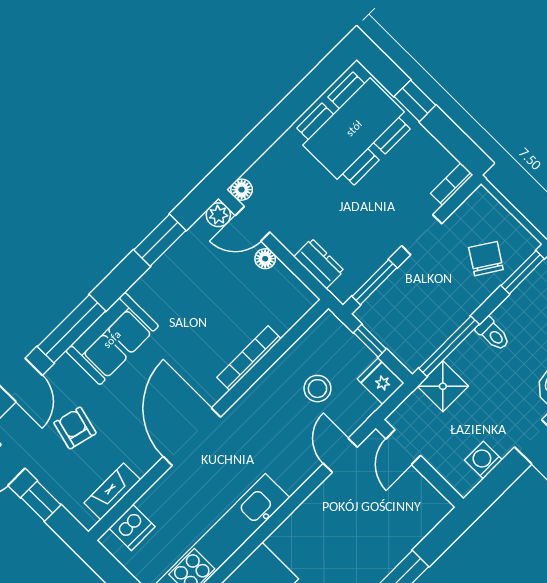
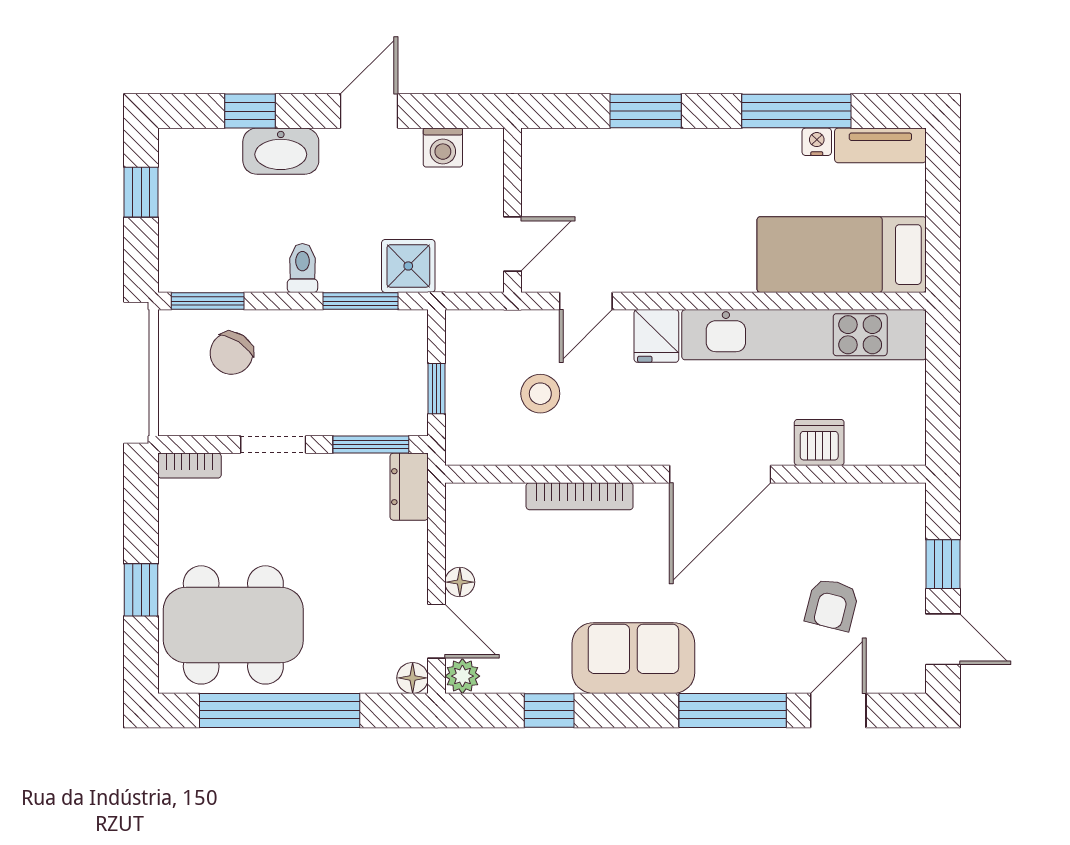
window: (290, 110) -> (280, 710), added
window: (160, 240) -> (549, 710), width x0.67
dresser: (319, 264) -> (409, 487), moved
sofa: (112, 339) -> (633, 658), moved
window: (449, 346) -> (361, 301), width x0.69
fridge: (381, 381) -> (656, 336), moved
fireplace: (112, 491) -> (859, 500), removed
dishwasher: (132, 527) -> (819, 442), moved

